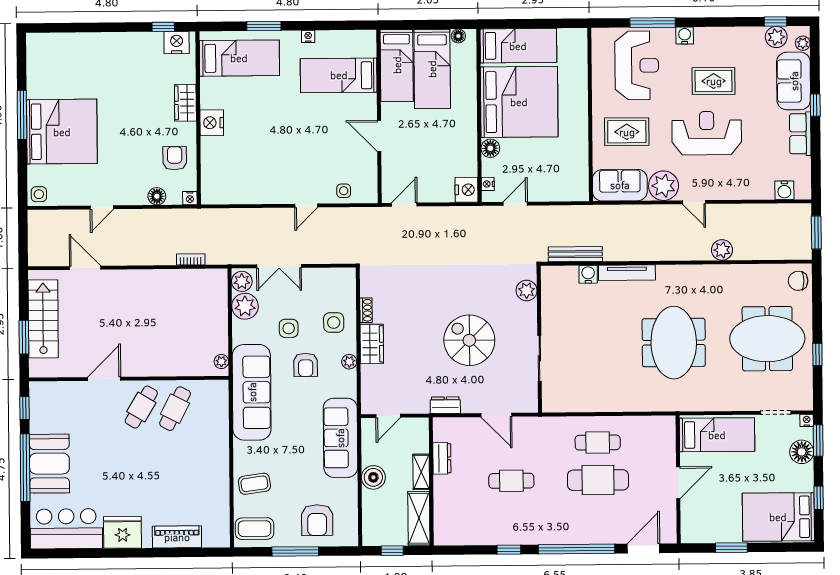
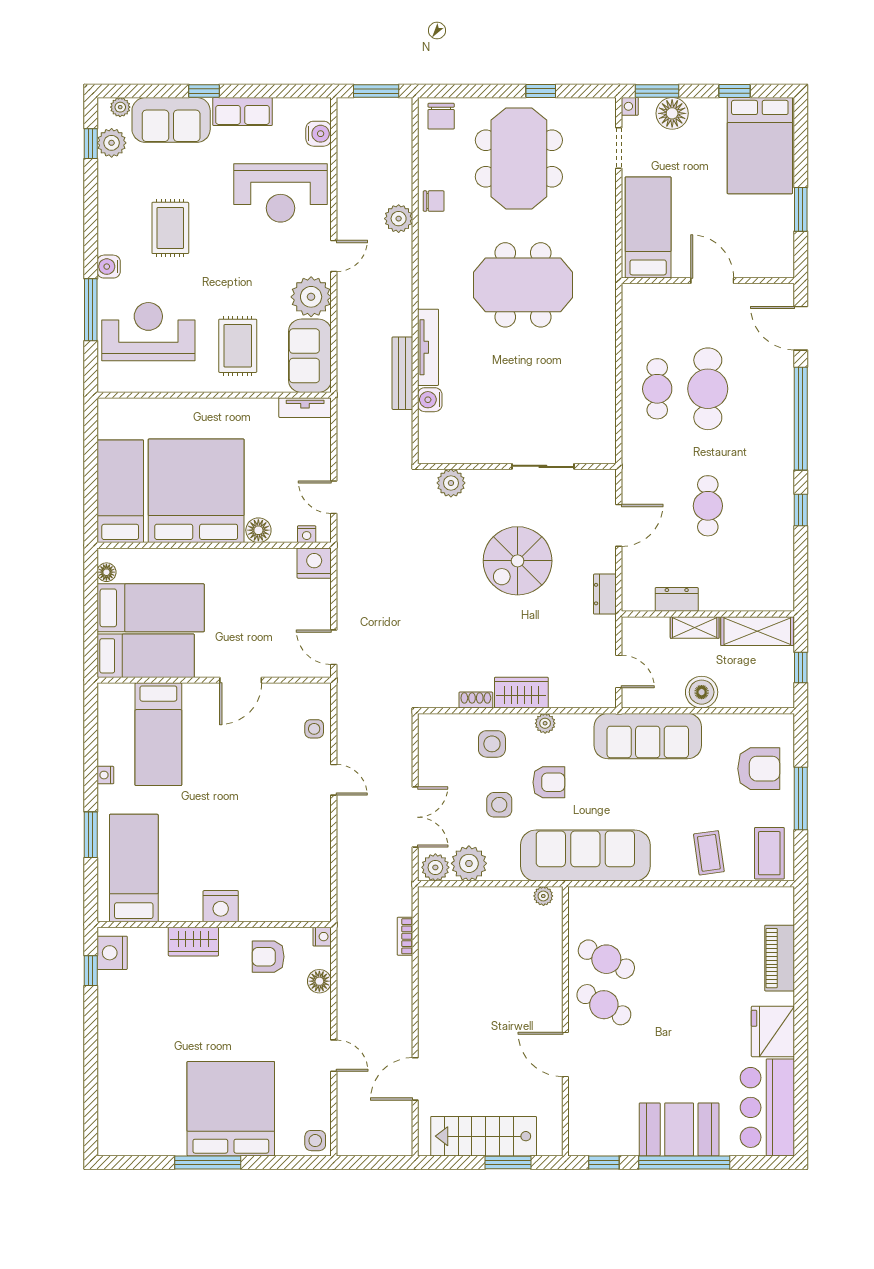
reception desk: (707, 133) -> (280, 193), moved, turned -90
tv unit: (581, 182) -> (305, 408), added
bench: (575, 254) -> (402, 373), moved
chair: (735, 276) -> (434, 201), added

